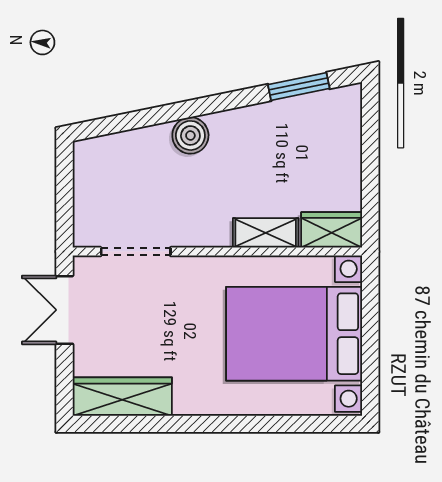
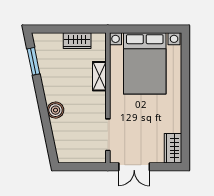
wardrobe: (332, 230) -> (77, 41), moved, turned -90
wardrobe: (122, 397) -> (173, 148), width x0.67

